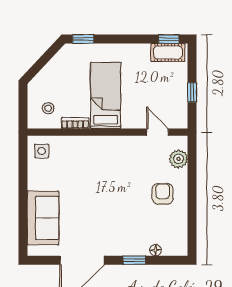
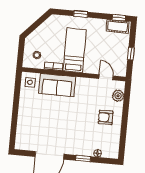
window: (83, 39) -> (81, 14), moved
armchair: (163, 194) -> (106, 117), turned -90
sofa: (43, 218) -> (57, 85), moved, turned 90

